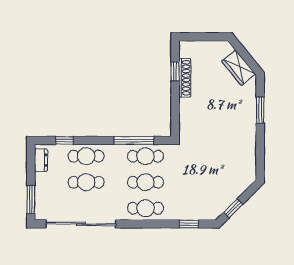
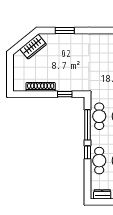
window: (175, 71) -> (65, 94), moved
window: (65, 140) -> (87, 152), moved

